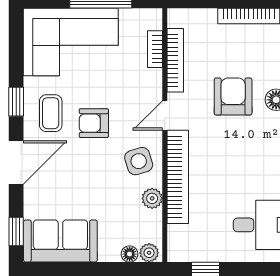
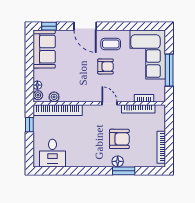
window: (16, 102) -> (117, 26), removed
armchair: (94, 123) -> (106, 66), turned 90
side table: (139, 161) -> (86, 90), removed
bookcase: (178, 177) -> (58, 110), moved
plant: (152, 198) -> (54, 97), moved

